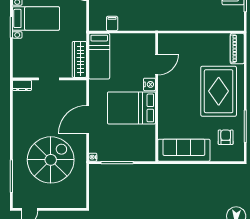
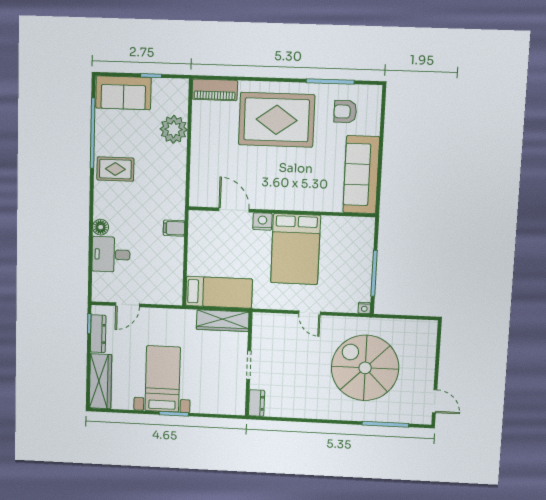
plant: (210, 21) -> (174, 129), added
filing cabinet: (112, 23) -> (174, 228), moved
door: (88, 120) -> (309, 313), width x0.53

